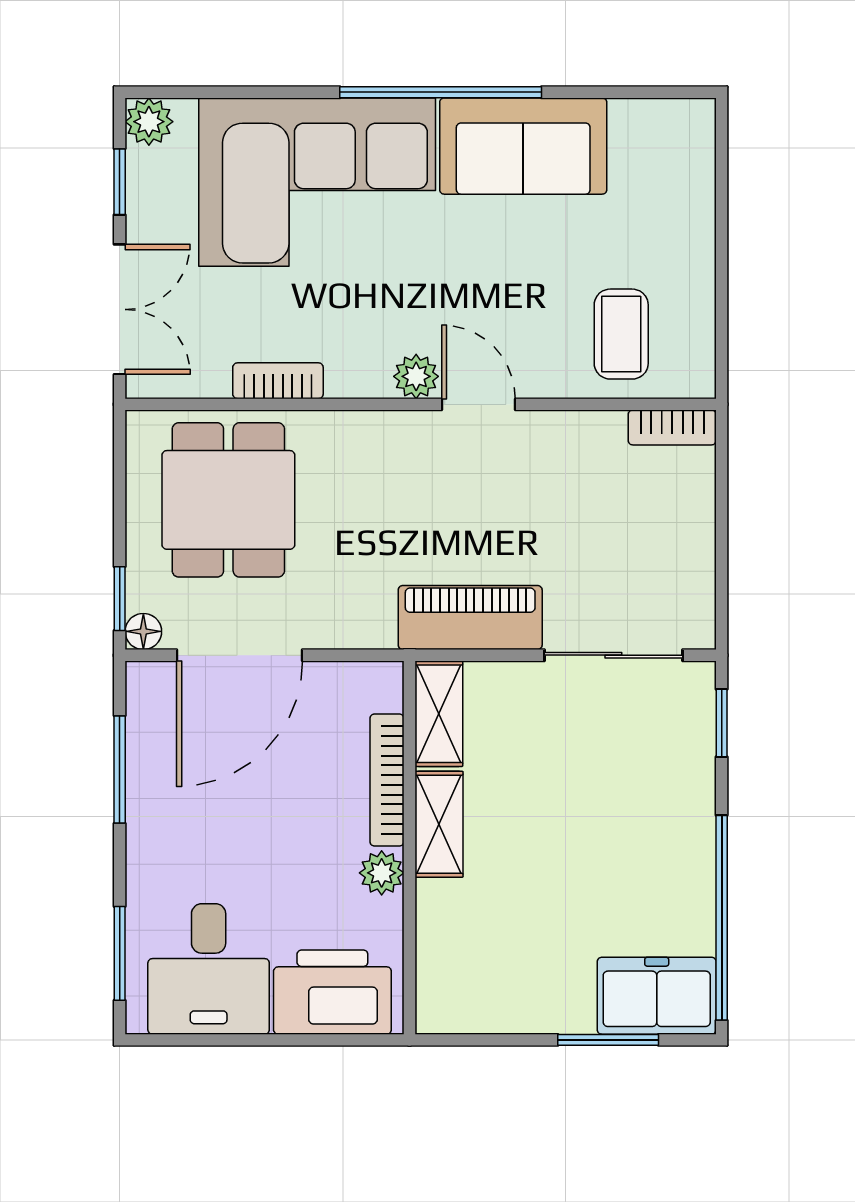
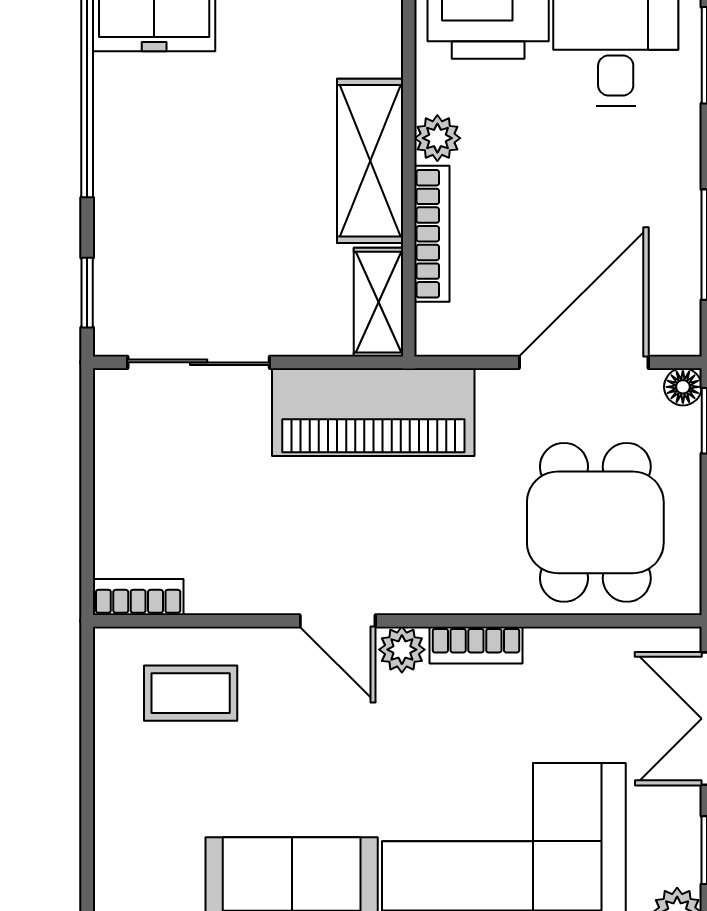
coffee table: (621, 334) -> (191, 693), turned 90
bookcase: (278, 381) -> (476, 645), moved
piano: (470, 618) -> (373, 412), width x1.37, depth x1.33
shelving: (439, 824) -> (370, 161), width x1.50, depth x1.33

